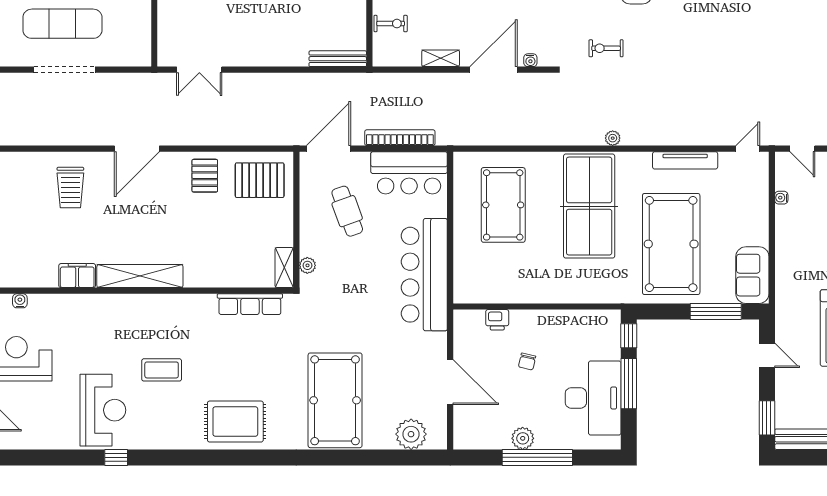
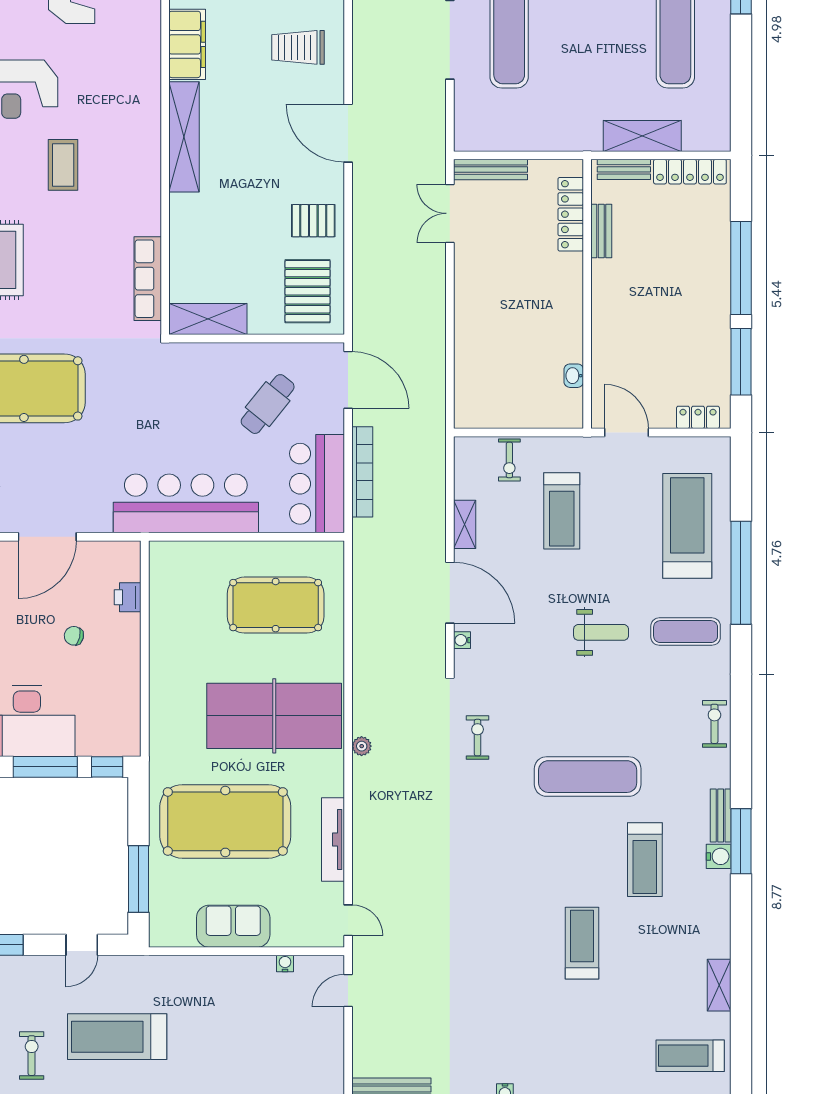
bench: (338, 59) -> (491, 170), moved, turned 90
cafe table: (347, 211) -> (268, 404), turned -31
plant: (307, 265) -> (198, 353), removed
shelving: (284, 268) -> (208, 319), width x1.50, depth x1.33
sofa: (752, 275) -> (233, 926), moved
filing cabinet: (77, 276) -> (187, 44), width x1.50, depth x1.17

